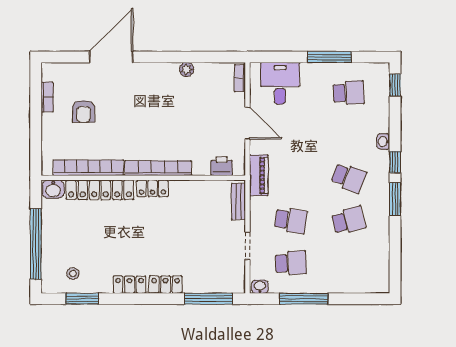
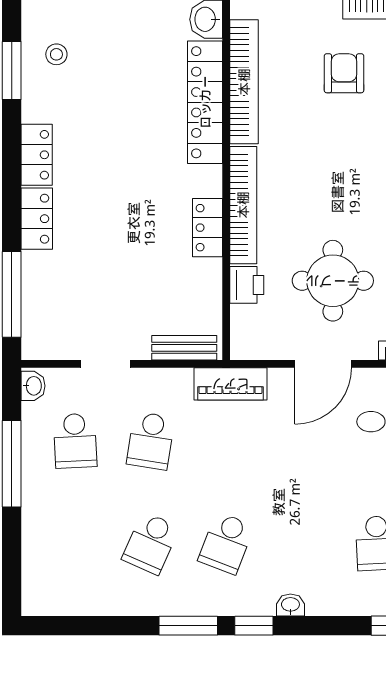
armchair: (84, 111) -> (344, 73), turned 90
round table: (201, 118) -> (333, 281), added
printer: (222, 166) -> (247, 285), moved
locker: (152, 188) -> (207, 228), moved
school desk: (349, 220) -> (151, 543), turned 39

